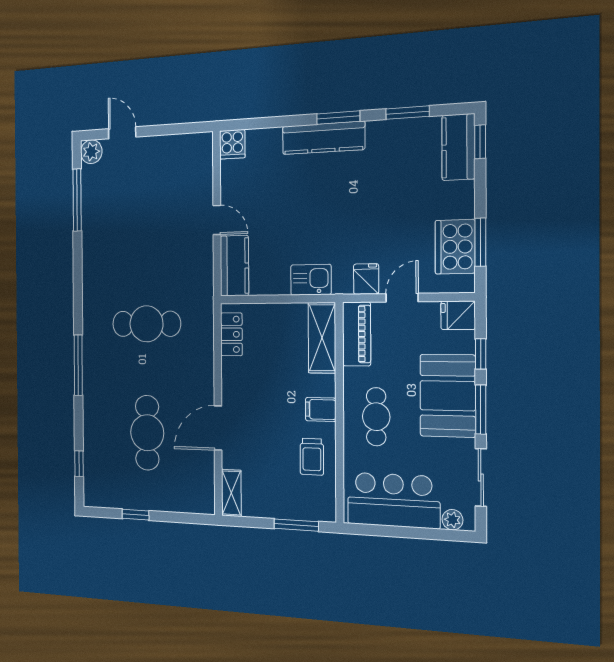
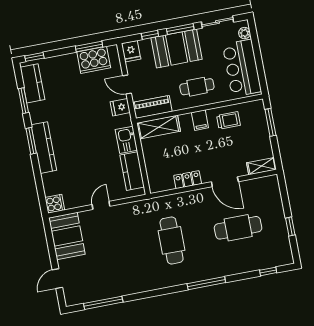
kitchen counter: (458, 147) -> (32, 83), moved, turned -90
plant: (91, 152) -> (72, 298), removed
booth: (181, 157) -> (67, 236), added
kitchen counter: (234, 266) -> (132, 171), moved, turned -90
locker: (231, 334) -> (188, 180), moved

